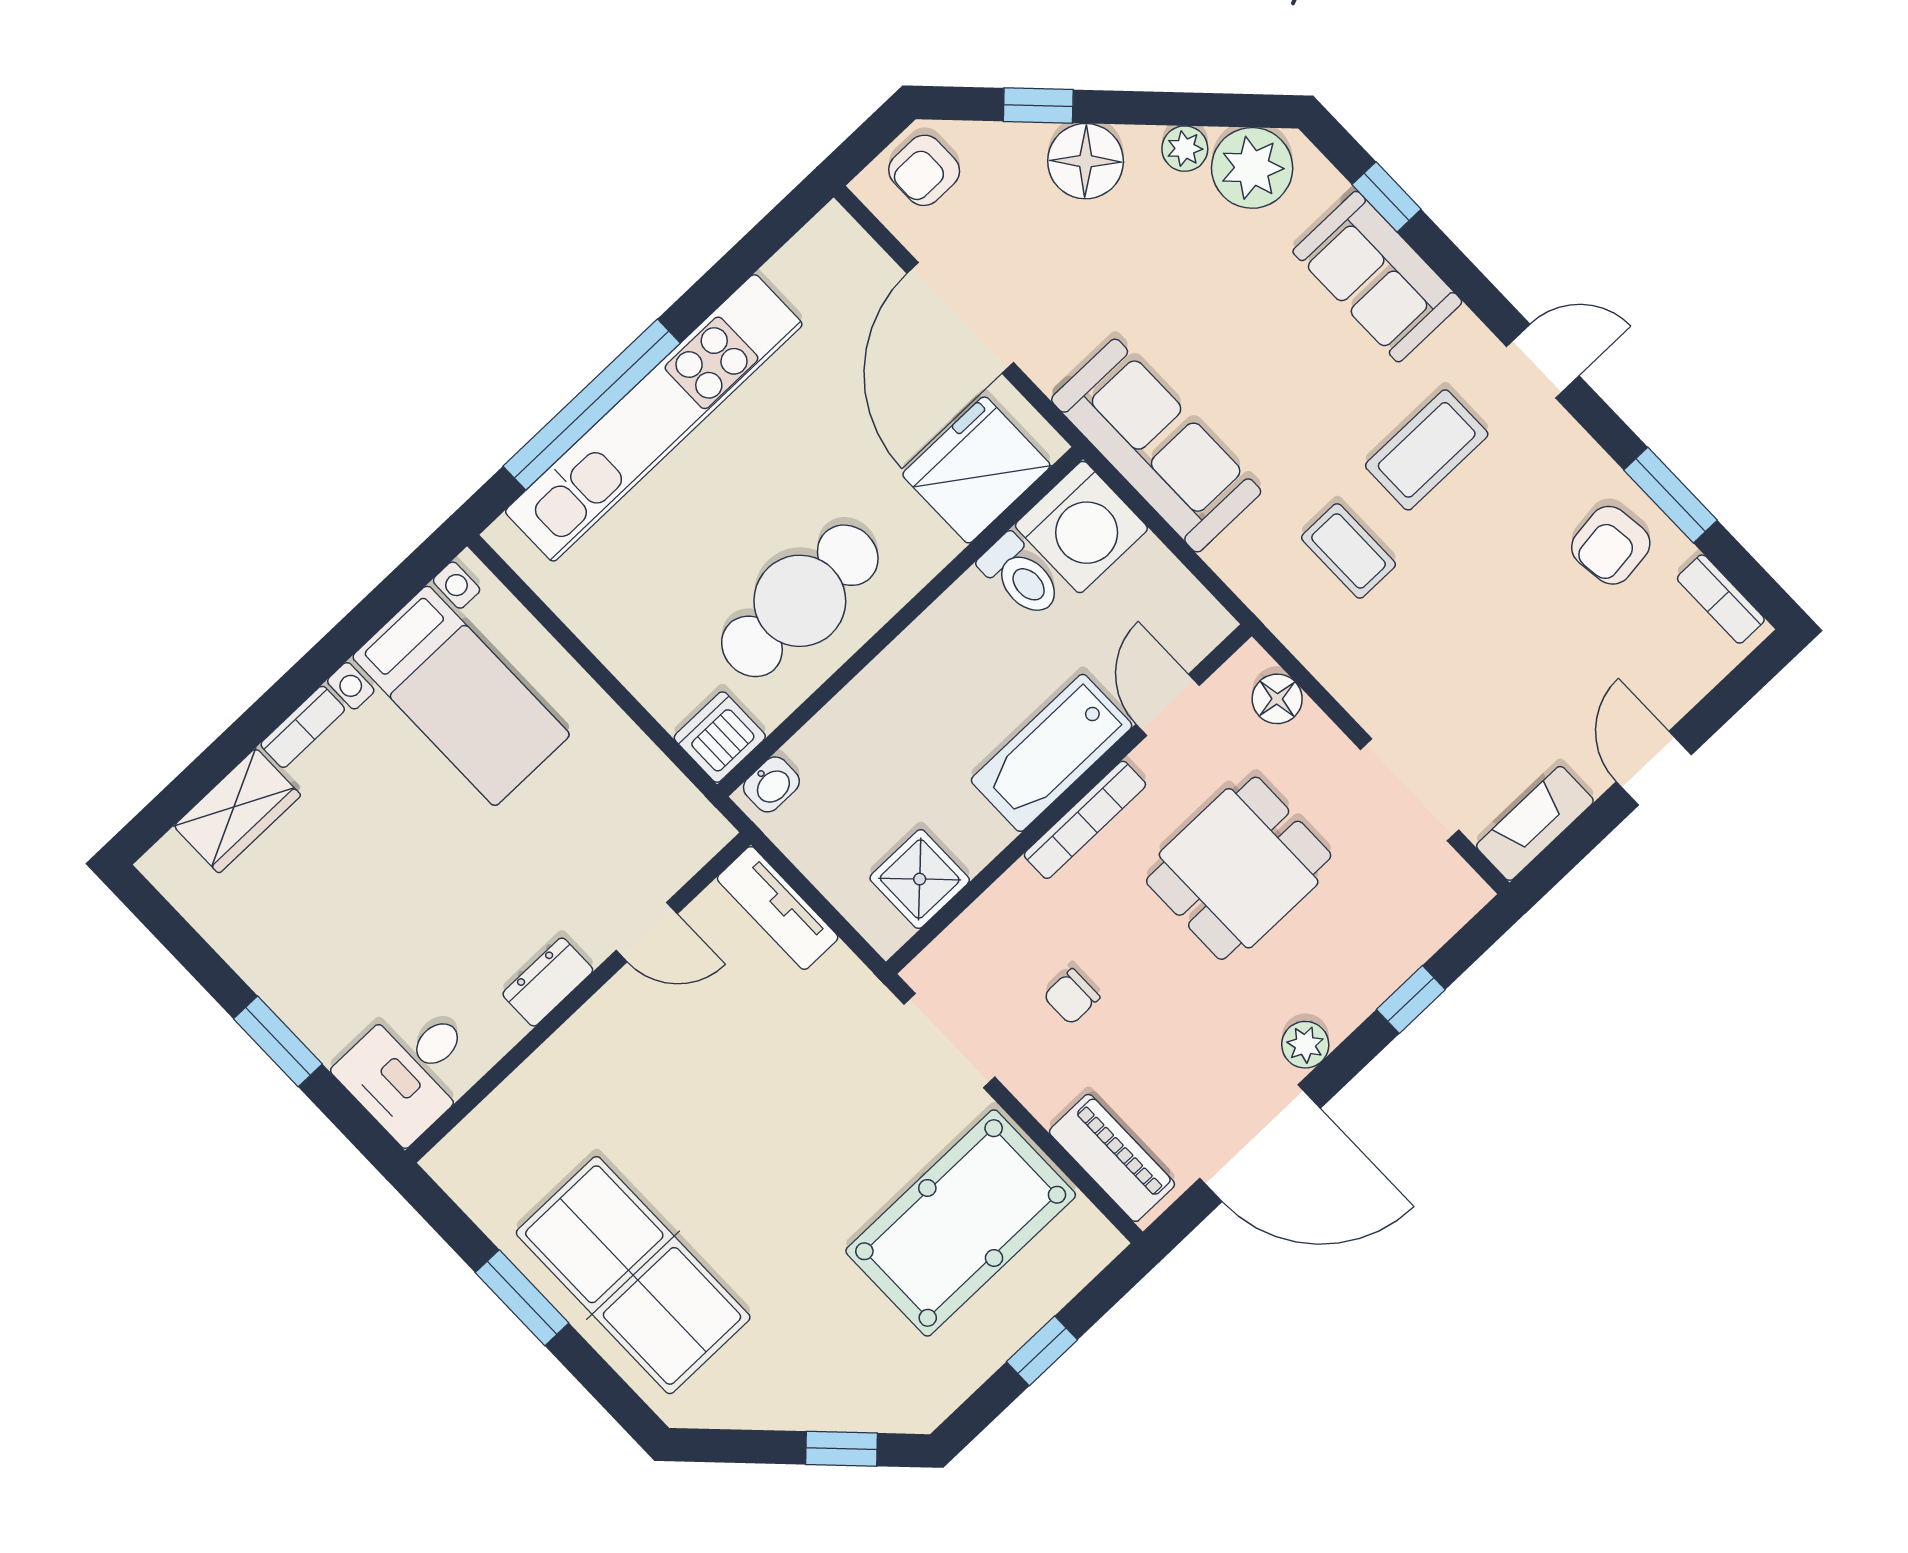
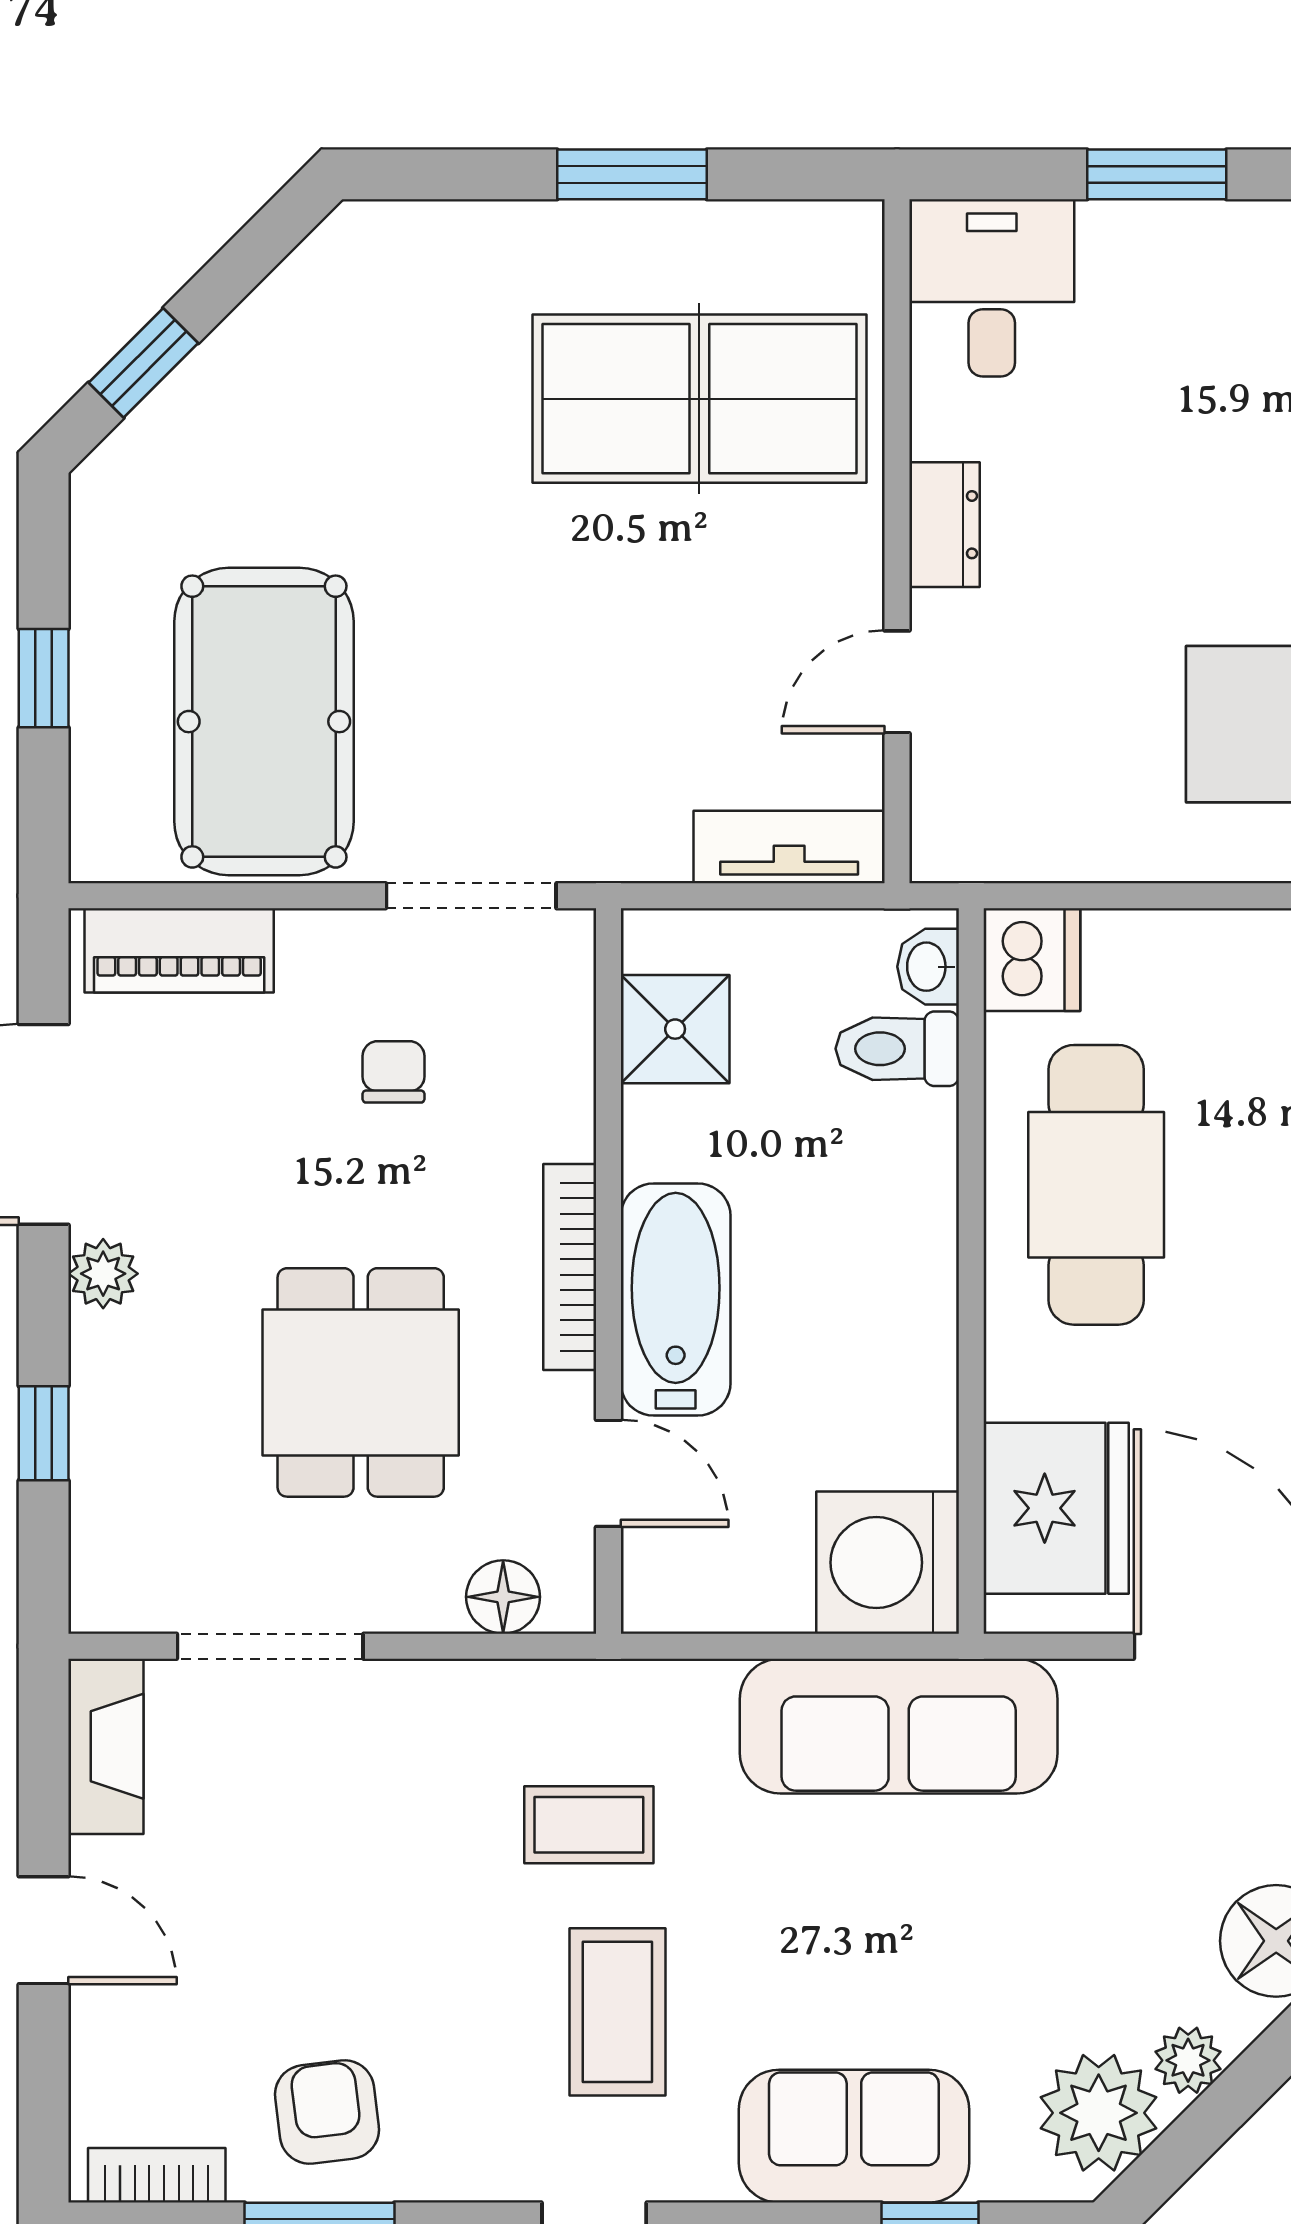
toilet: (1021, 576) -> (897, 1049), moved
table tennis table: (633, 1275) -> (699, 399), moved

